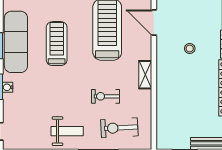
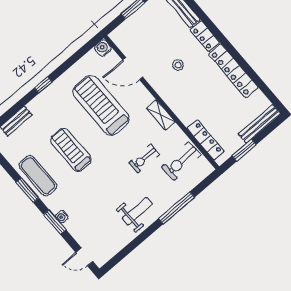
exercise mat: (16, 42) -> (38, 176), width x0.73, depth x0.69
locker: (163, 121) -> (206, 140), added
exercise bike: (119, 128) -> (181, 161), moved

